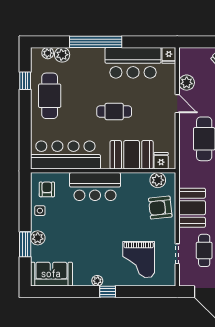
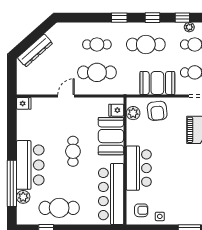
window: (96, 42) -> (12, 183), moved
plant: (48, 53) -> (22, 210), removed
bar counter: (133, 63) -> (30, 165), moved
plant: (187, 83) -> (48, 88), removed
armchair: (47, 189) -> (141, 210), turned 180
plant: (38, 238) -> (184, 218), removed

